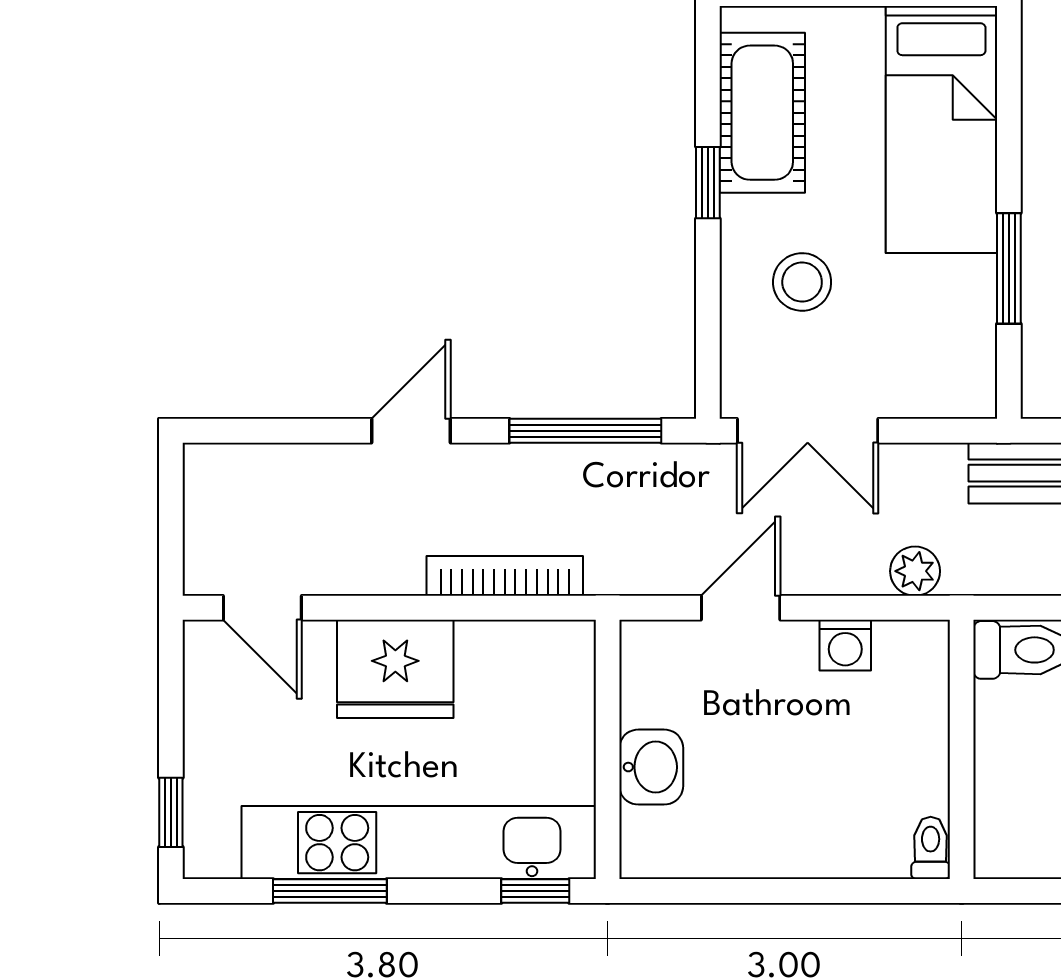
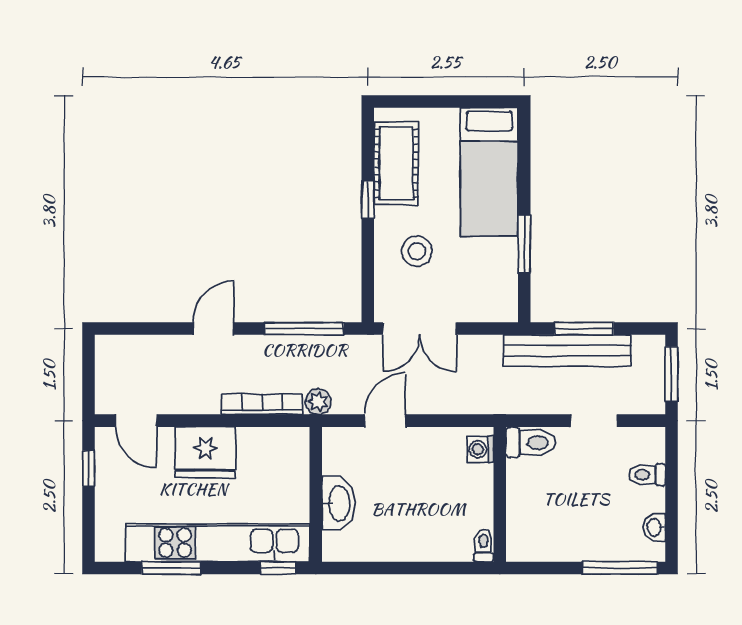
plant: (915, 571) -> (318, 402), moved
washing machine: (845, 645) -> (480, 449), moved, turned 90
washbasin: (651, 767) -> (338, 503), width x1.38
window: (171, 812) -> (89, 469), moved

